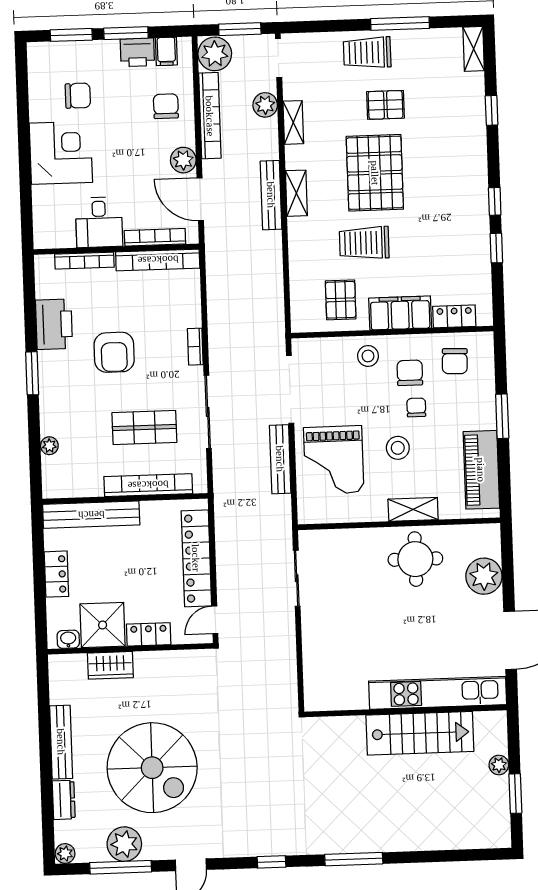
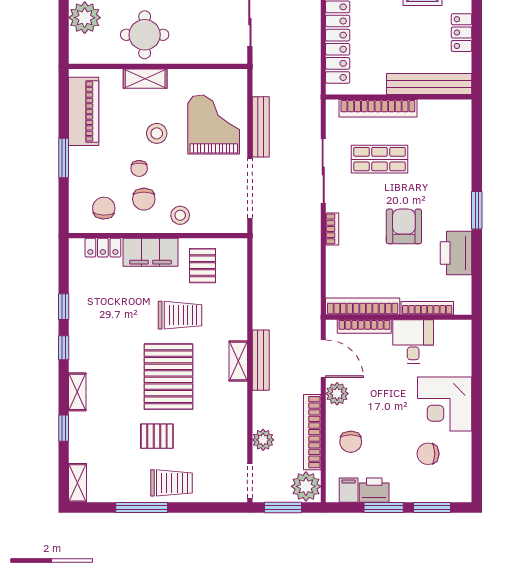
shelving: (293, 122) -> (77, 392), moved
plant: (49, 446) -> (464, 146), removed

